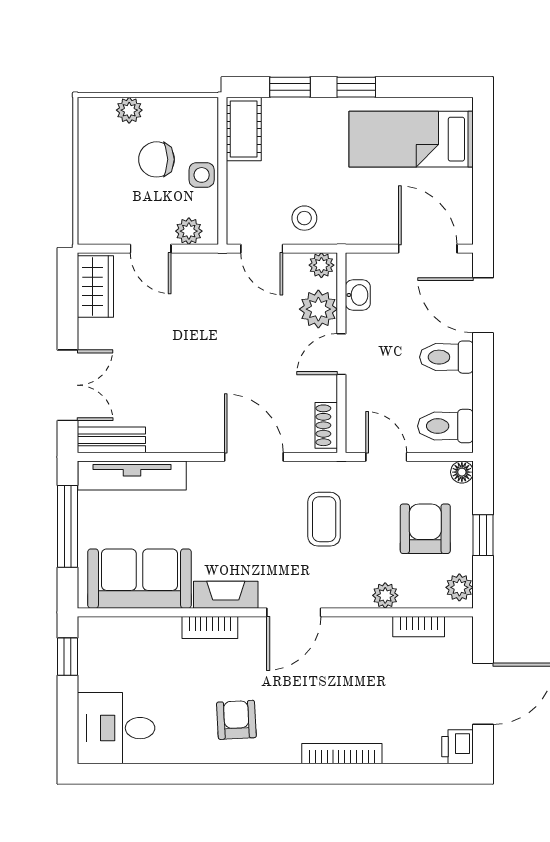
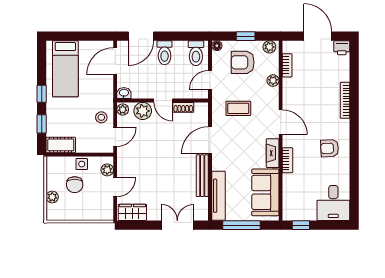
washbasin: (358, 295) -> (124, 93), moved
shoe rack: (326, 425) -> (183, 107), moved
bench: (111, 440) -> (202, 176), moved, width x1.36

